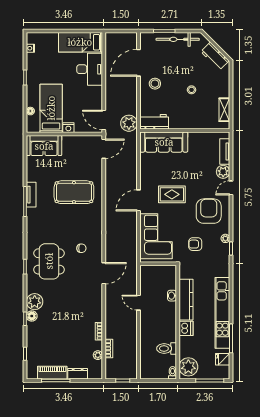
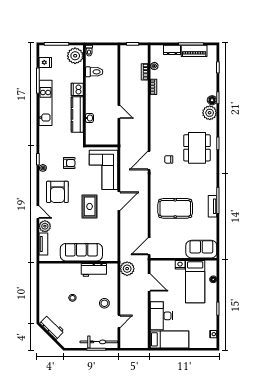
bicycle: (178, 39) -> (99, 342), moved
door: (138, 63) -> (119, 321), width x0.53
shelving: (224, 110) -> (44, 280), removed
door: (104, 120) -> (149, 283), moved
workbench: (154, 122) -> (94, 270), moved
sofa: (164, 142) -> (81, 252), moved
door: (231, 188) -> (38, 212), hinge flipped
rug: (172, 194) -> (90, 206), turned 90
door: (104, 273) -> (149, 161), moved
kitchen unit: (222, 313) -> (46, 103), width x0.73

